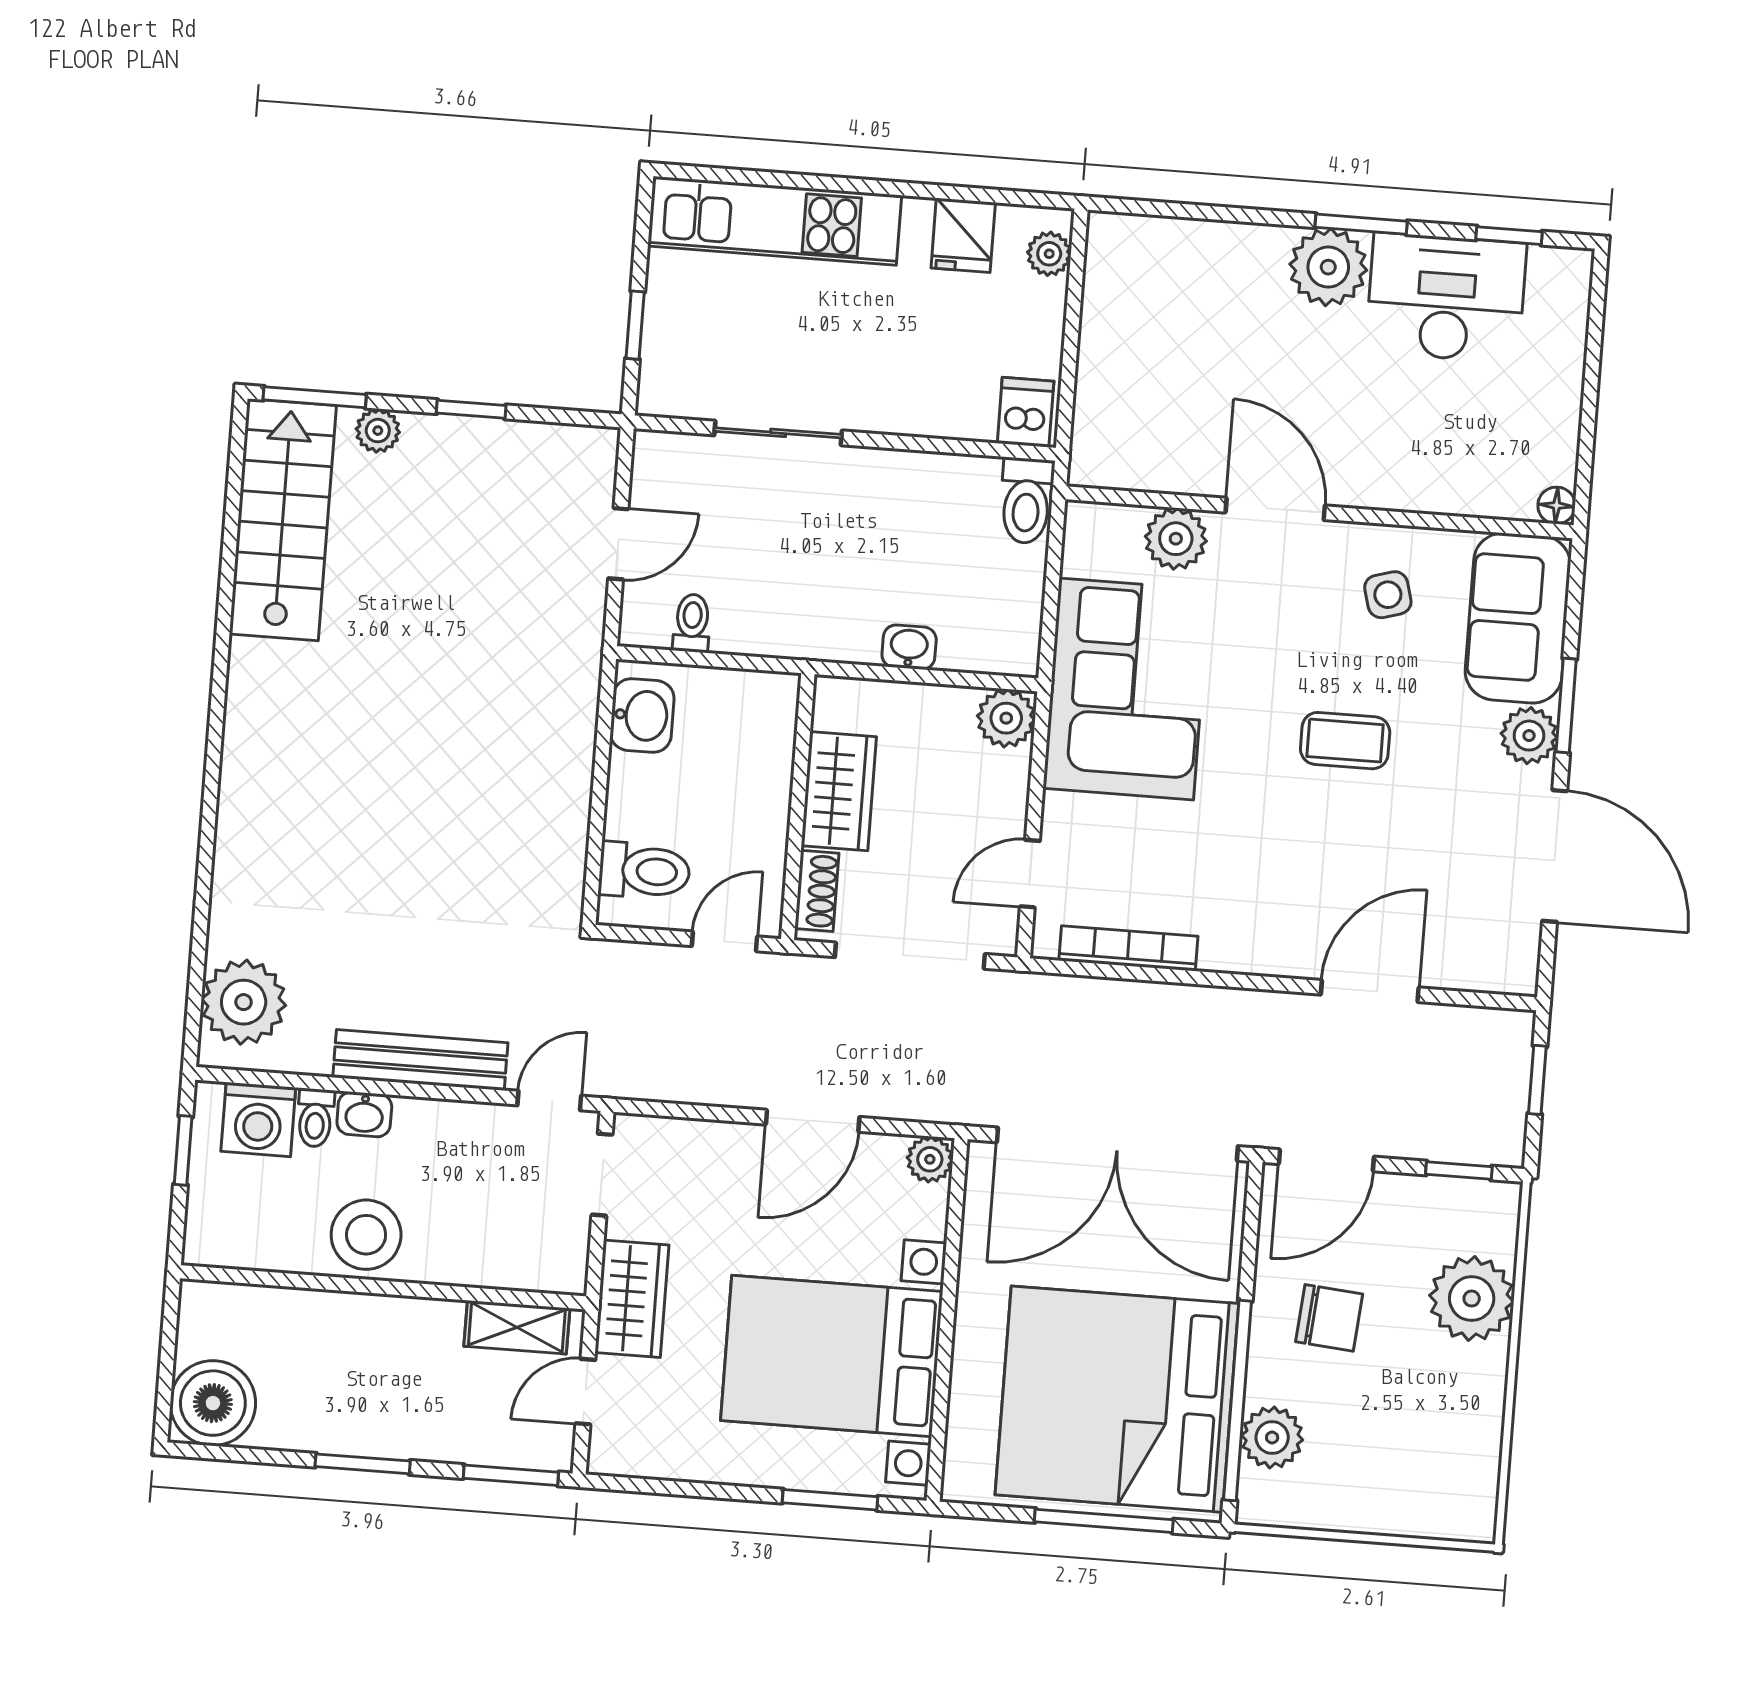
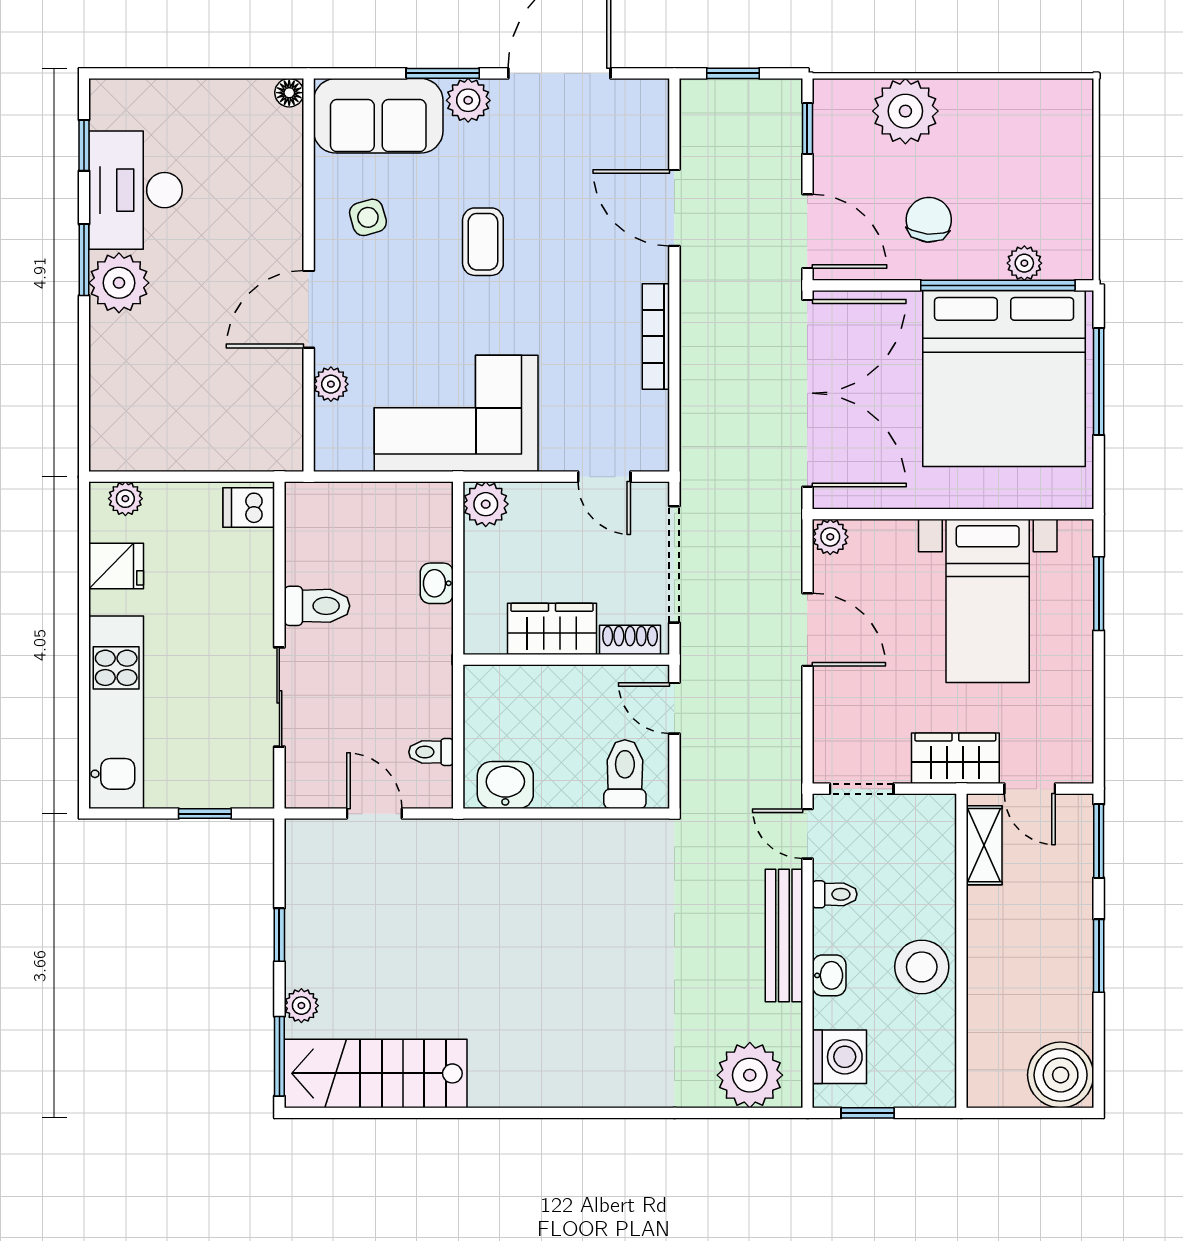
toilet: (1026, 501) -> (317, 606), moved
plant: (1176, 539) -> (331, 384), width x0.73, depth x0.73
bookcase: (1128, 948) -> (656, 336), moved
toilet: (315, 1118) -> (835, 894), moved
bed with nightstands: (832, 1356) -> (988, 601), width x0.73
plant: (1272, 1437) -> (1024, 263), width x0.73, depth x0.73

